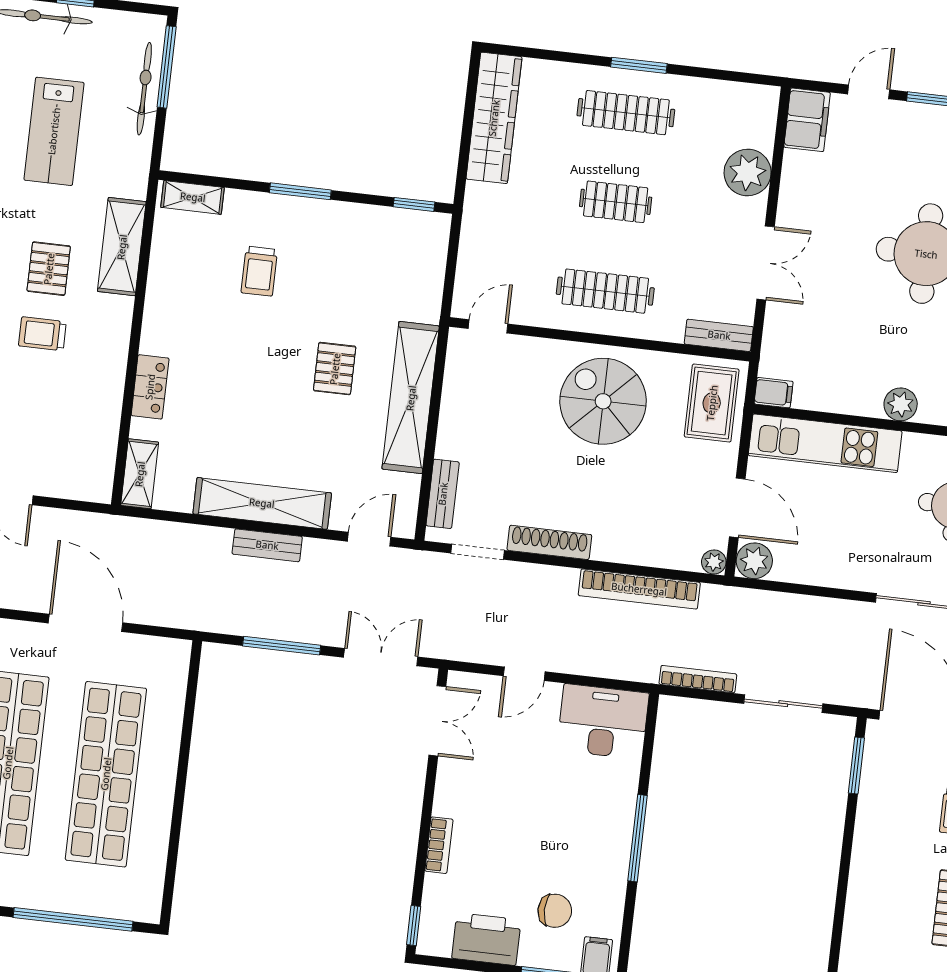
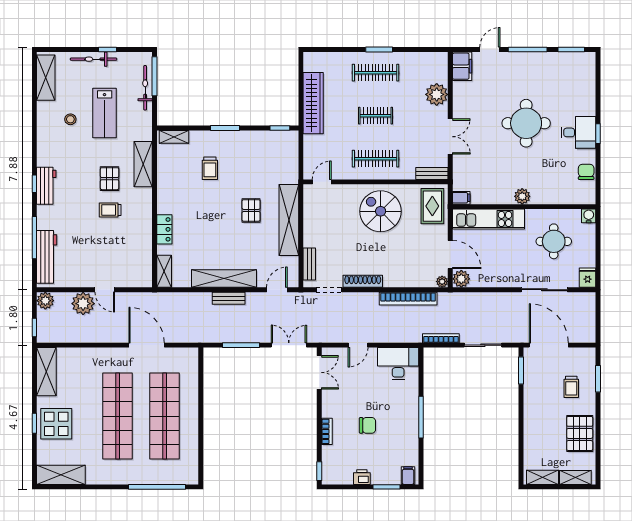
wardrobe: (494, 118) -> (313, 103), moved
chair: (555, 911) -> (367, 425), moved
printer: (486, 939) -> (362, 477), width x0.53, depth x0.68

